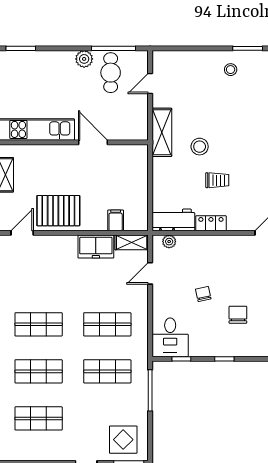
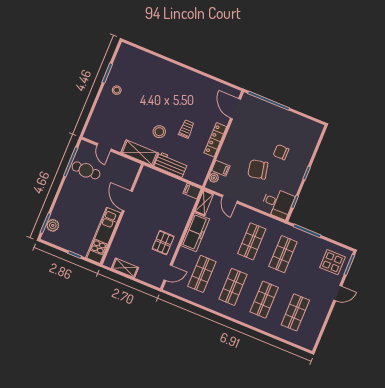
plant: (84, 59) -> (53, 225), moved
door: (93, 142) -> (127, 201), hinge flipped
pallet: (58, 211) -> (163, 243), width x0.67, depth x0.71
filing cabinet: (116, 220) -> (192, 191), moved
workbench: (173, 220) -> (171, 165), moved, turned 90
locker: (211, 223) -> (215, 140), width x1.53
door: (22, 233) -> (168, 273), swing flipped
freezer: (96, 246) -> (195, 232), width x1.40
filing cabinet: (185, 246) -> (221, 168), added
shop shelf: (39, 277) -> (202, 274), added
chair: (203, 294) -> (258, 169), width x1.87, depth x1.87

